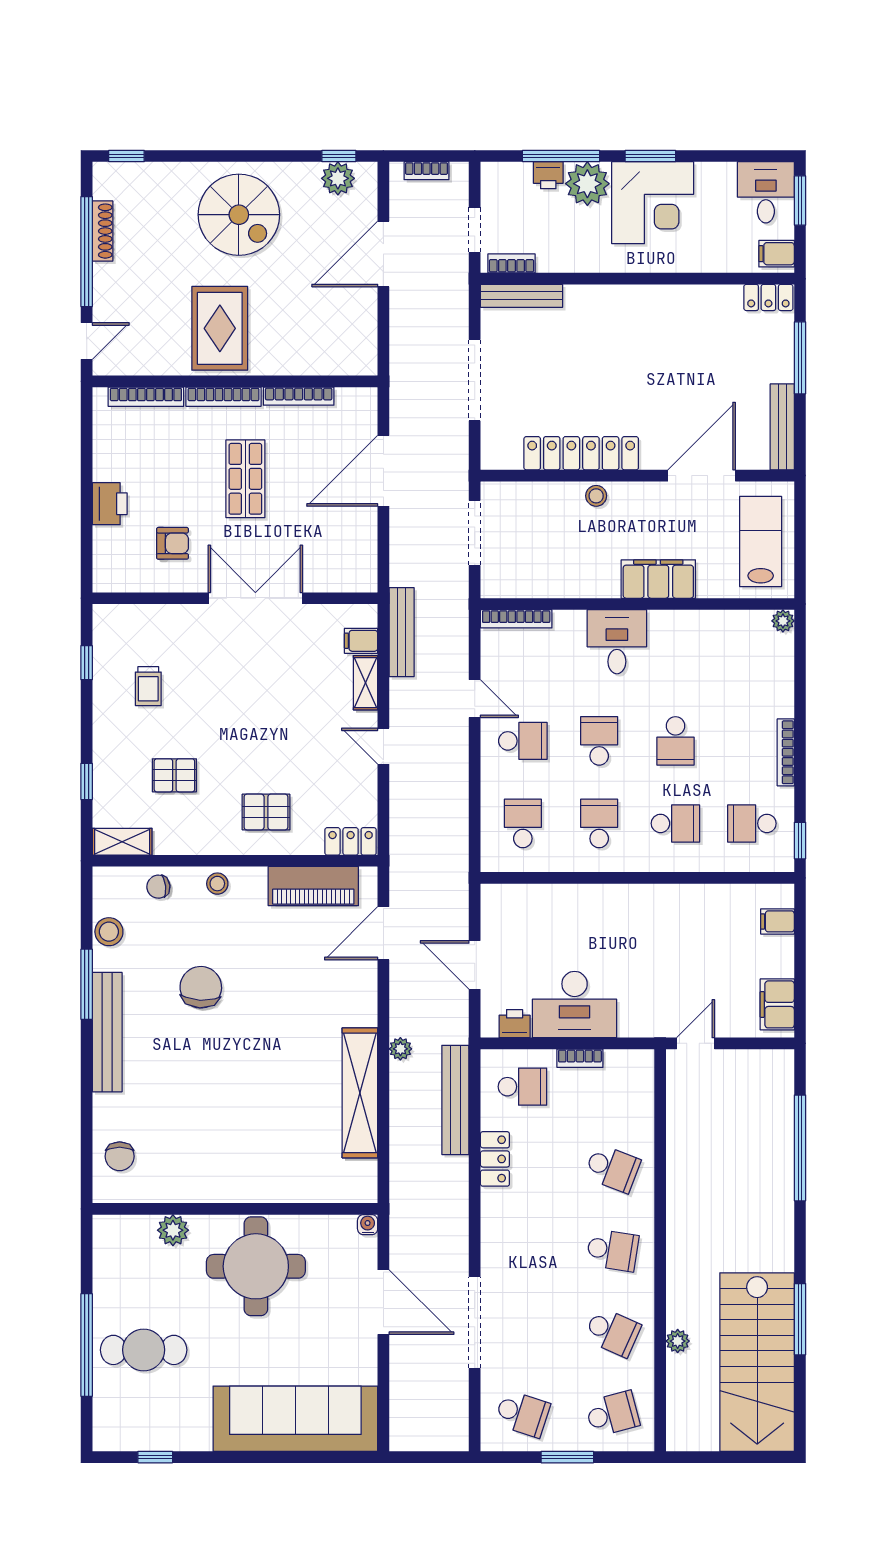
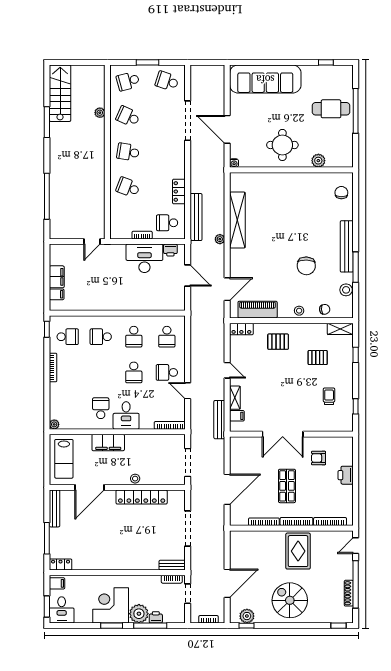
bench: (521, 296) -> (172, 565), width x0.73
school desk: (675, 741) -> (101, 408), moved
filing cabinet: (777, 1004) -> (57, 277), moved
round table: (256, 1266) -> (282, 145), width x0.73, depth x0.73
stairs: (757, 1362) -> (60, 93), width x0.73, depth x0.66

